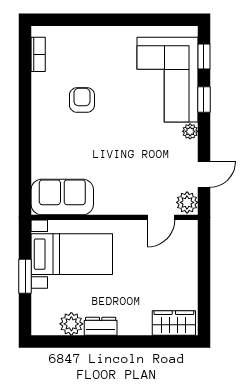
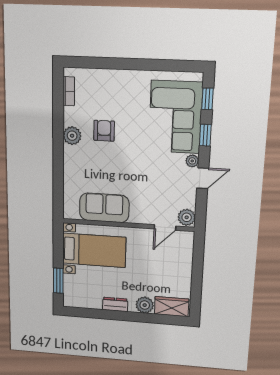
plant: (43, 108) -> (72, 136), added
door: (204, 174) -> (203, 178), moved
sofa: (62, 197) -> (104, 208), moved
window: (25, 276) -> (58, 281), moved
plant: (71, 324) -> (145, 305), moved

